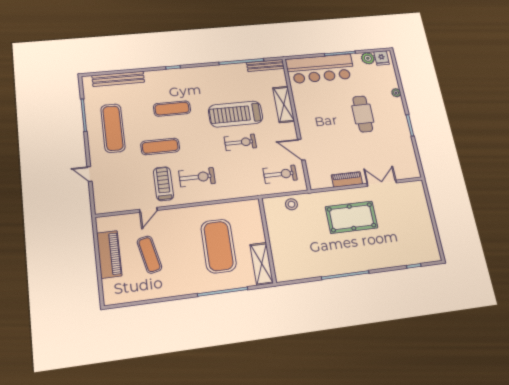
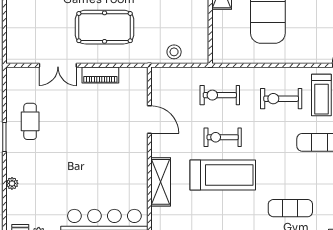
exercise mat: (172, 109) -> (290, 208), moved
cafe table: (363, 114) -> (30, 121), moved, width x0.73, depth x0.74
exercise bike: (280, 174) -> (220, 95), moved

